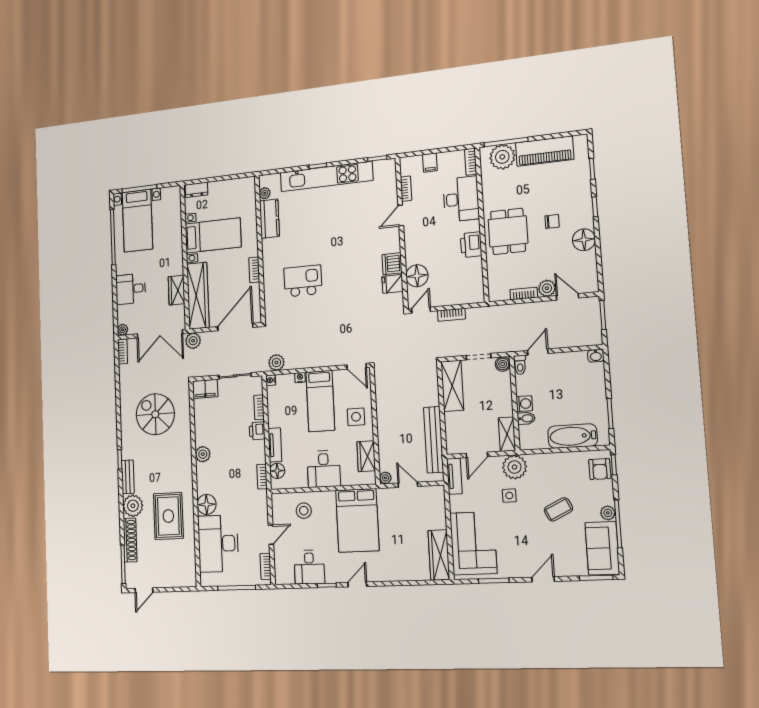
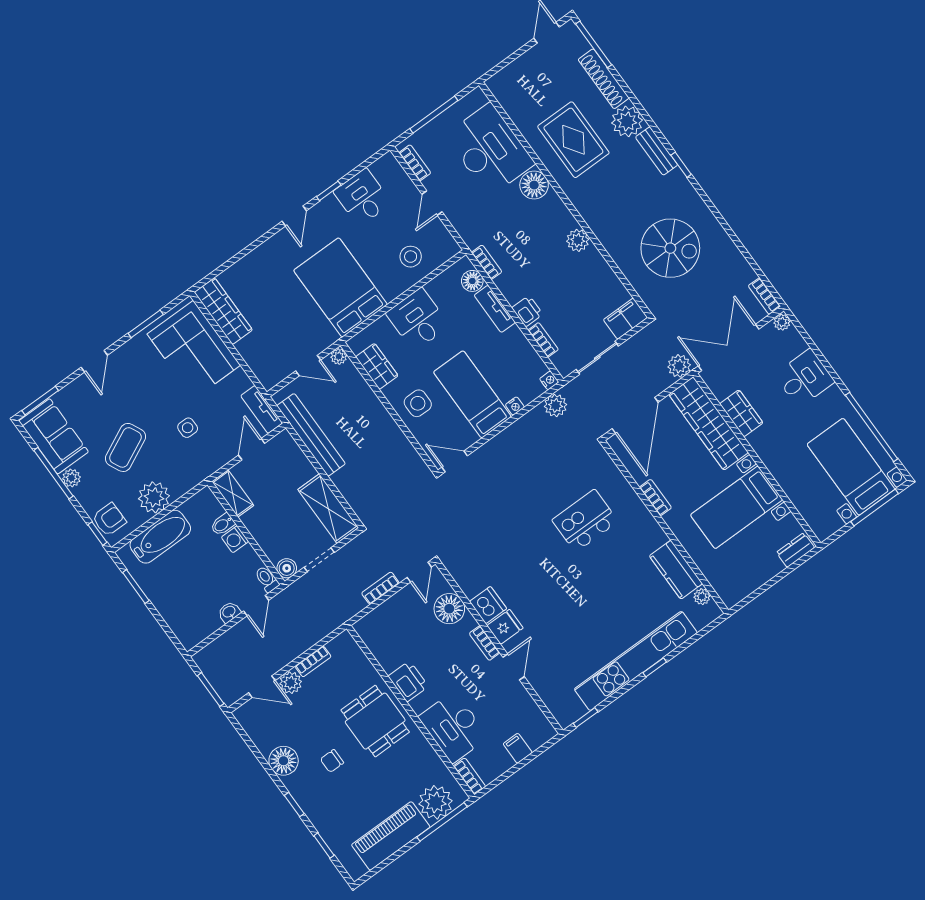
bookcase: (406, 189) -> (485, 643), moved
kitchen island: (303, 281) -> (585, 521), turned 180
fridge: (392, 284) -> (505, 627), moved
washbasin: (596, 356) -> (229, 612), moved
plant: (515, 467) -> (154, 497), moved
armchair: (600, 469) -> (109, 520), turned 90
coffee table: (558, 509) -> (126, 447), width x1.36, depth x1.30

